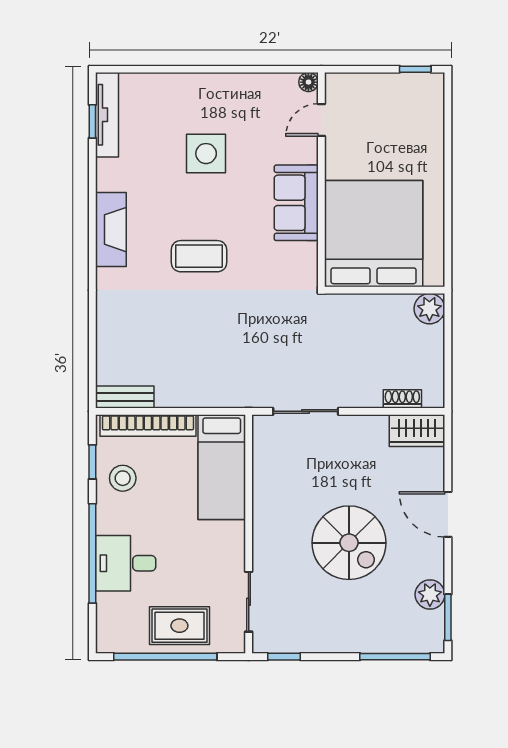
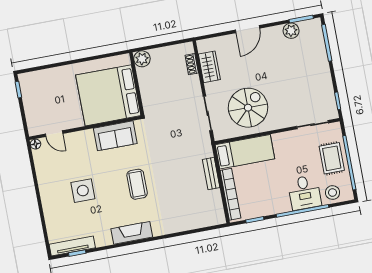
sofa: (296, 203) -> (115, 136), moved
bench: (125, 397) -> (211, 173), moved
wardrobe: (417, 431) -> (209, 67), moved
stool: (123, 478) -> (333, 193), moved
spiral stairs: (349, 543) -> (248, 108), moved

